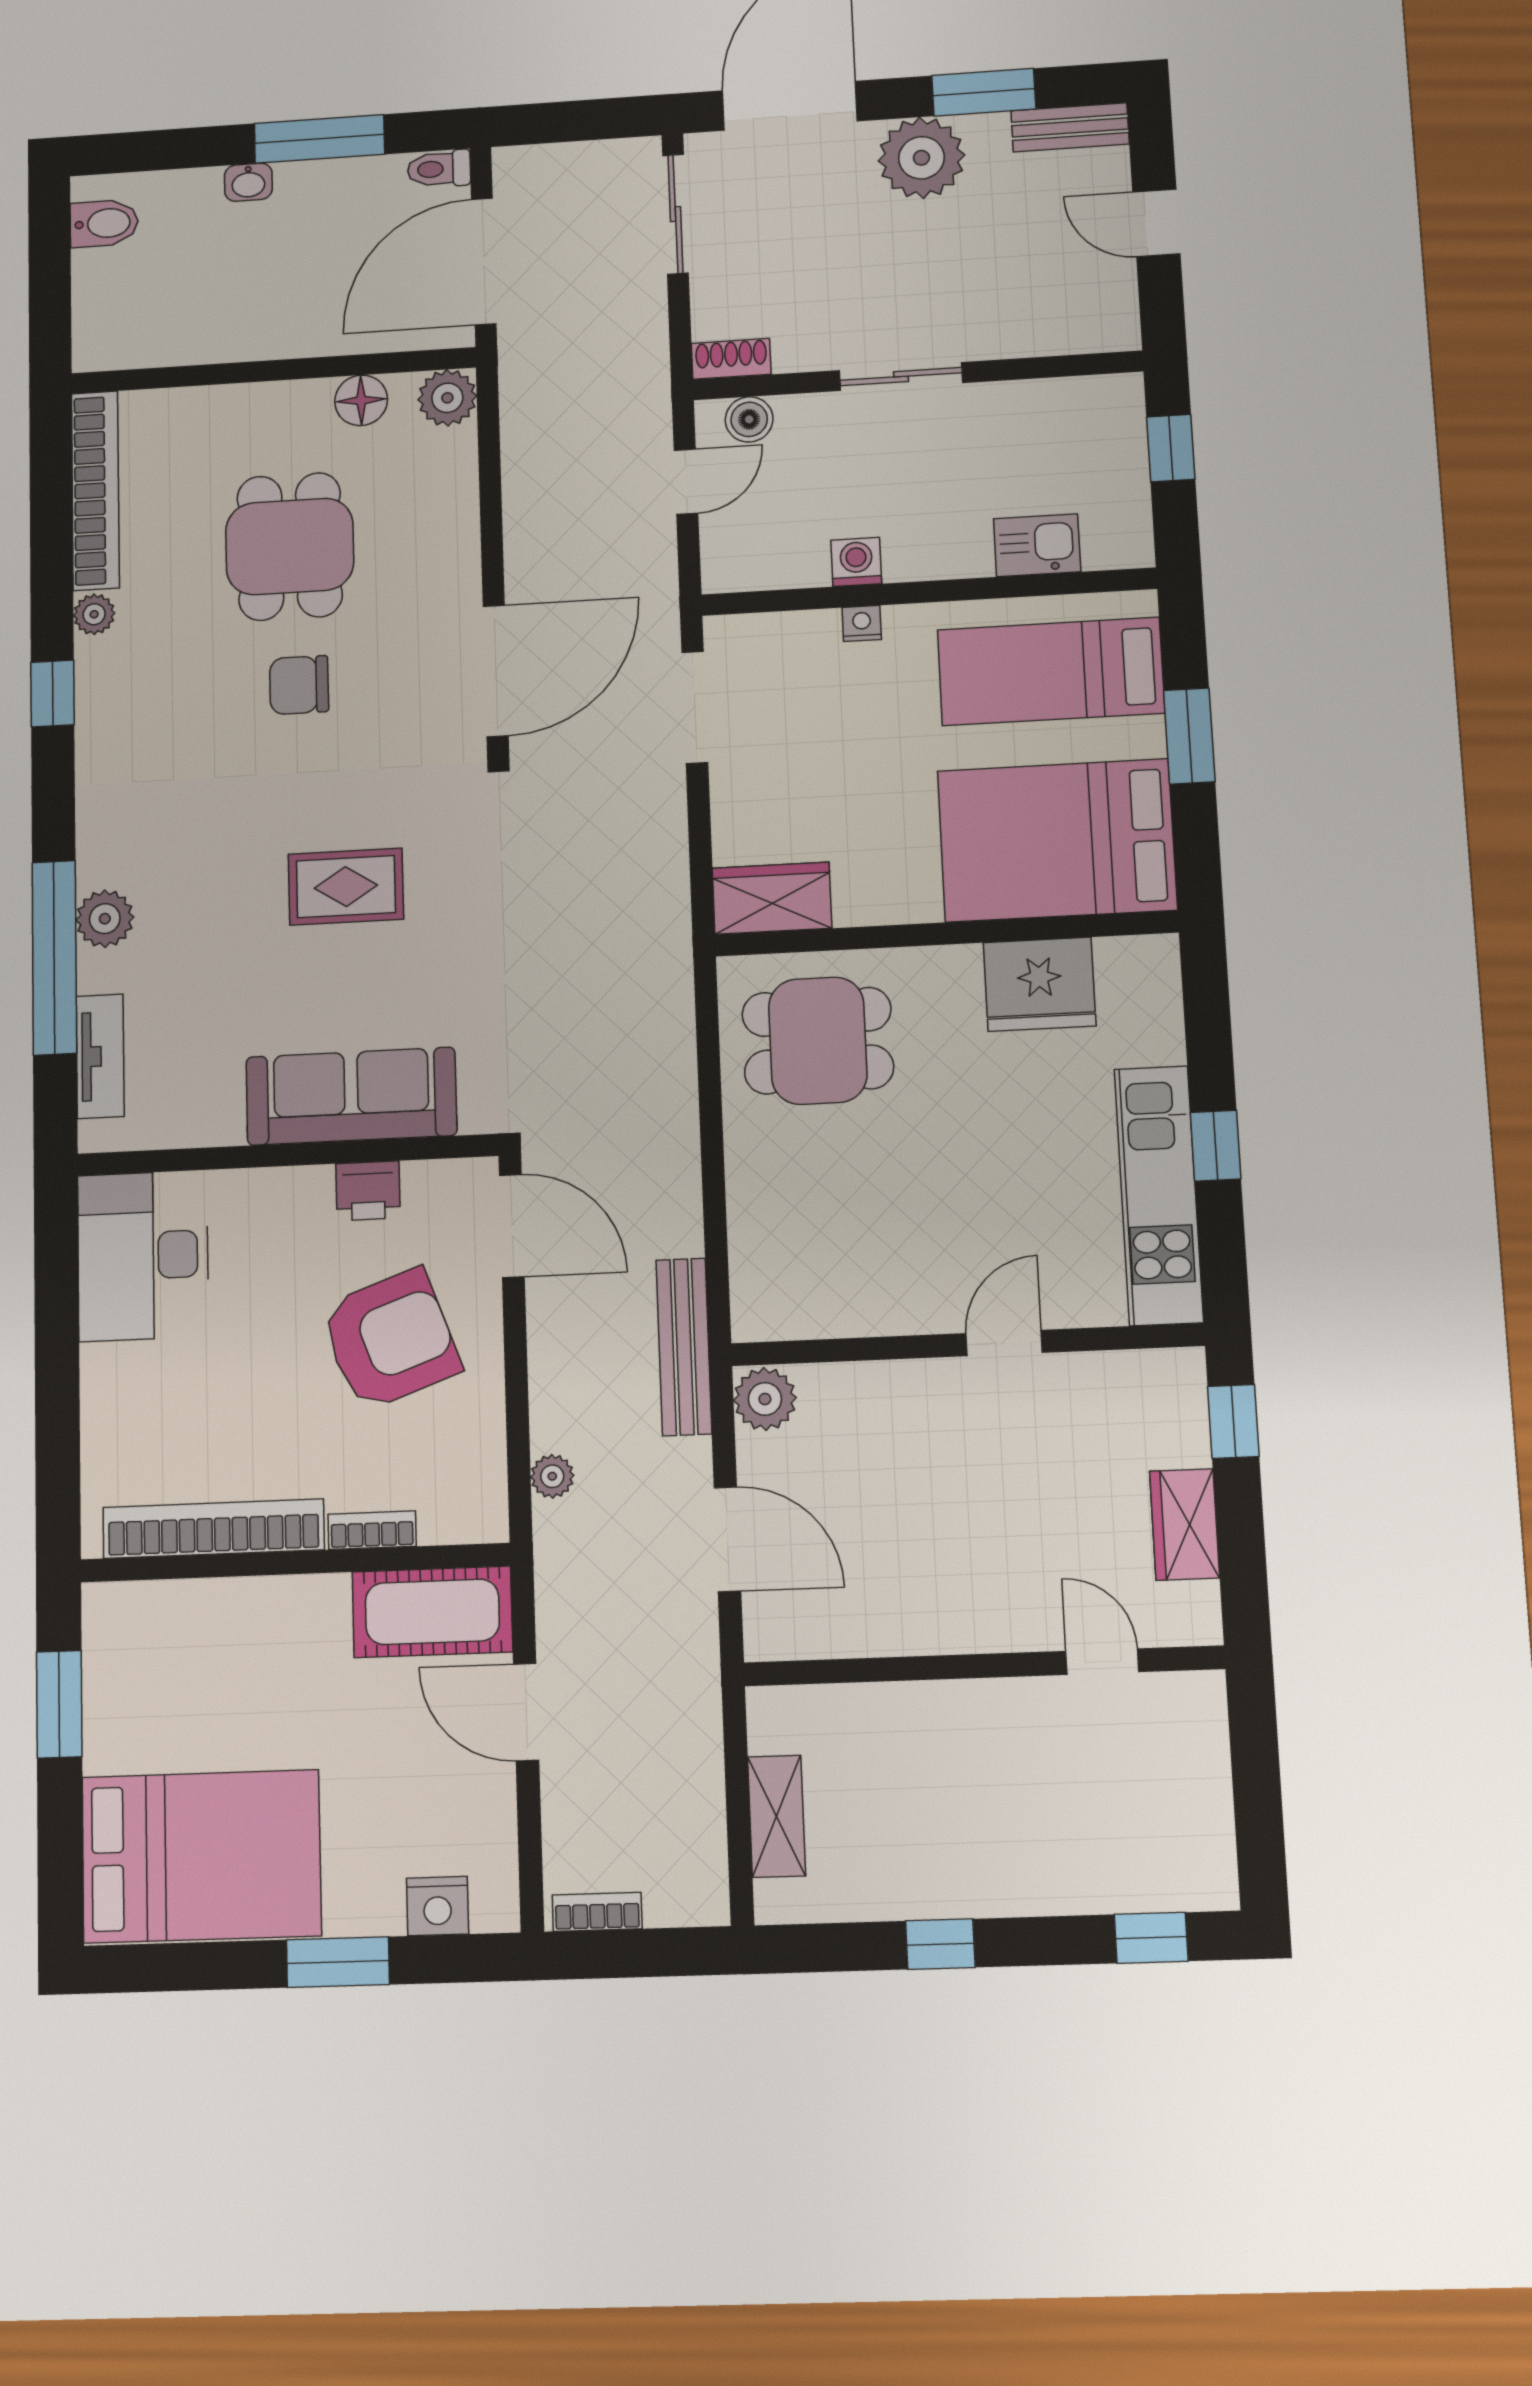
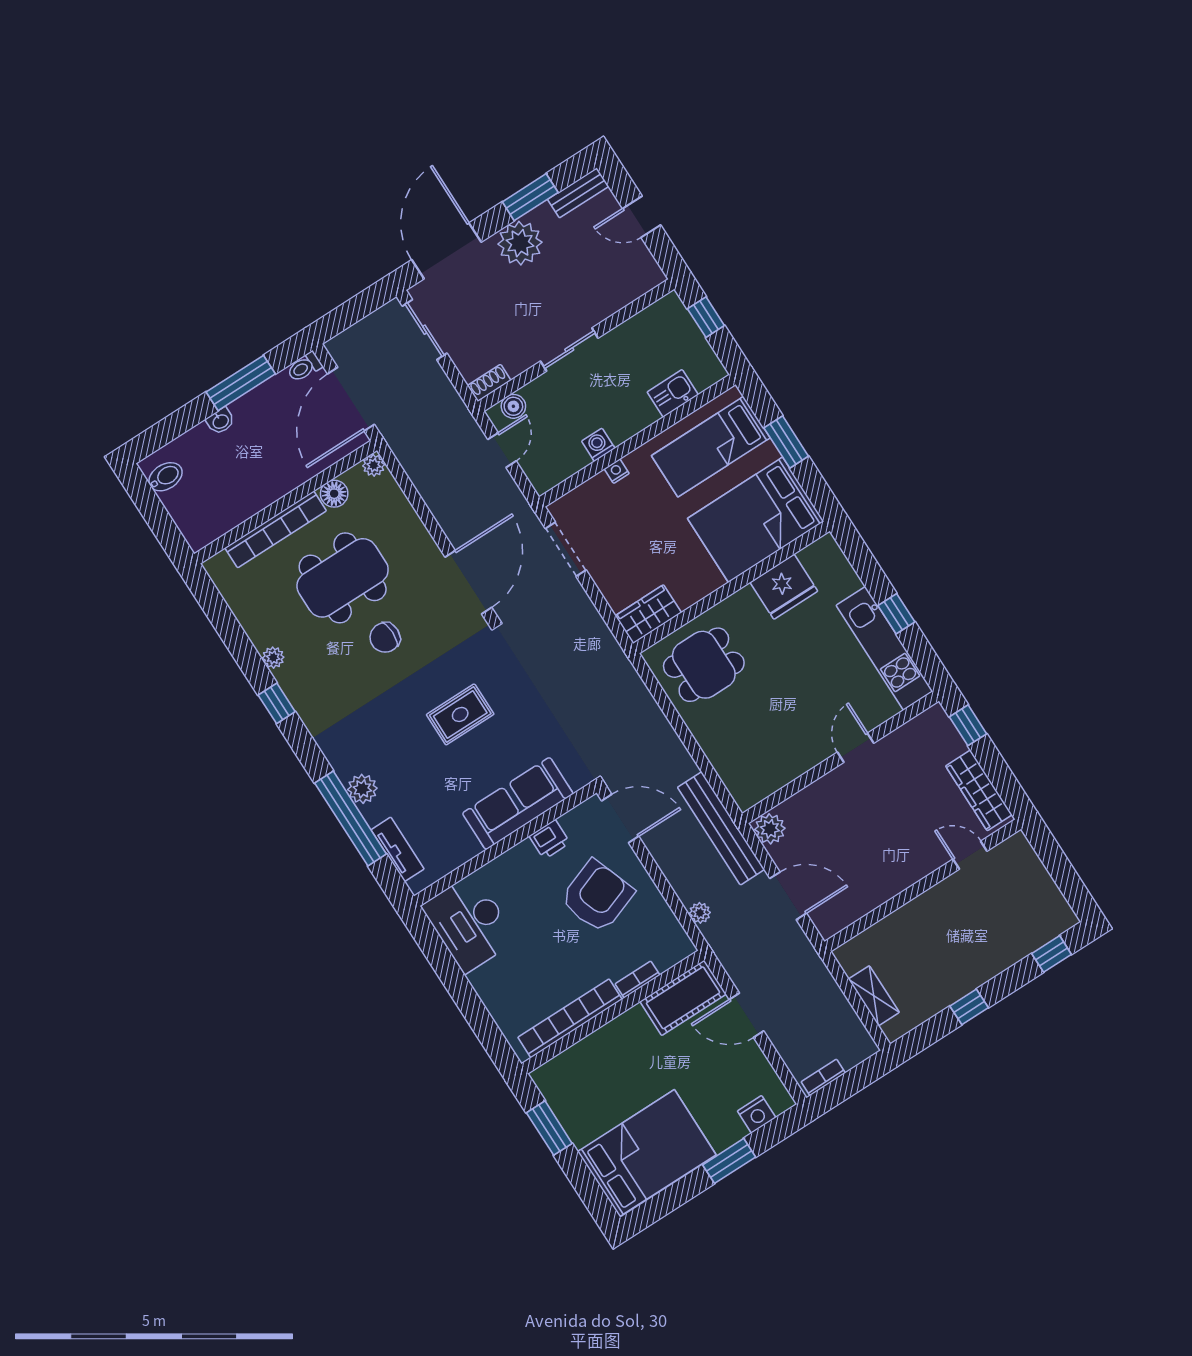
plant: (447, 398) -> (374, 465), width x0.73, depth x0.73
bookcase: (95, 490) -> (276, 529), moved, turned 90
dining table: (290, 546) -> (343, 578), width x1.37
bench: (684, 1347) -> (721, 828), width x1.37, depth x1.21
wardrobe: (1185, 1524) -> (979, 790), width x1.50

